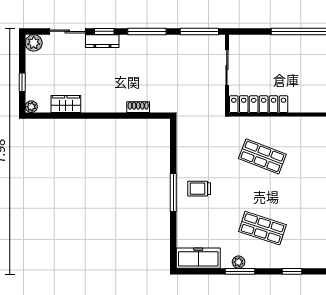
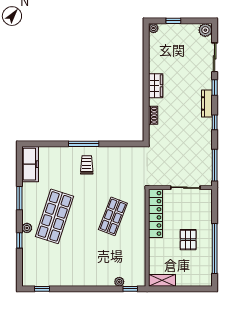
window: (147, 31) -> (215, 122), width x0.46
dresser: (102, 41) -> (207, 103), moved
pallet: (291, 64) -> (188, 240), added
wardrobe: (66, 104) -> (156, 86), moved
shop shelf: (262, 228) -> (55, 216), width x1.43, depth x1.36
plant: (239, 262) -> (27, 228), moved

